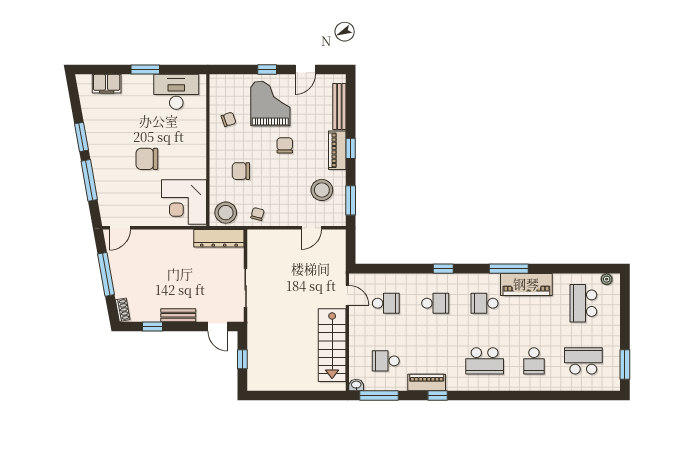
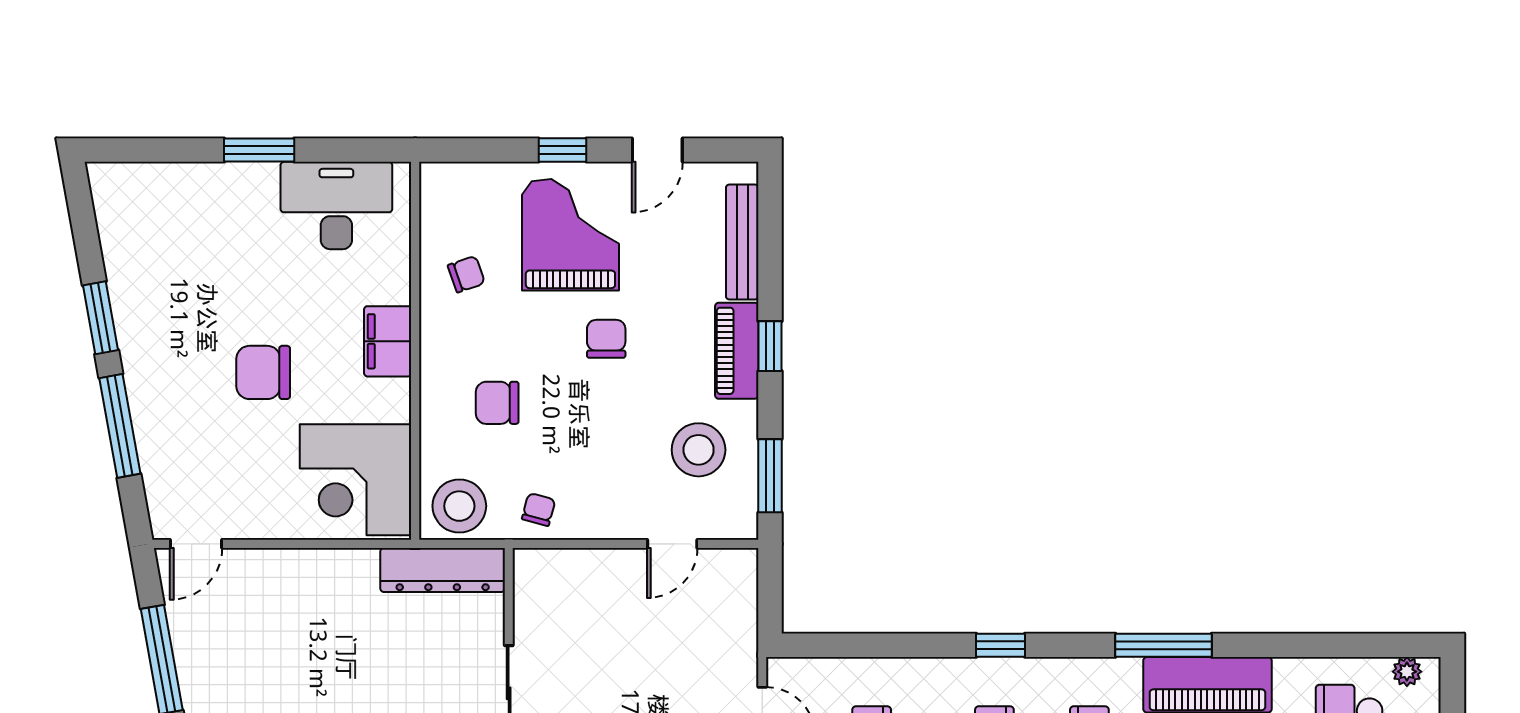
filing cabinet: (107, 84) -> (388, 341), moved, turned 90

